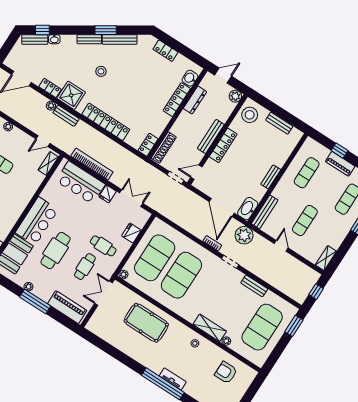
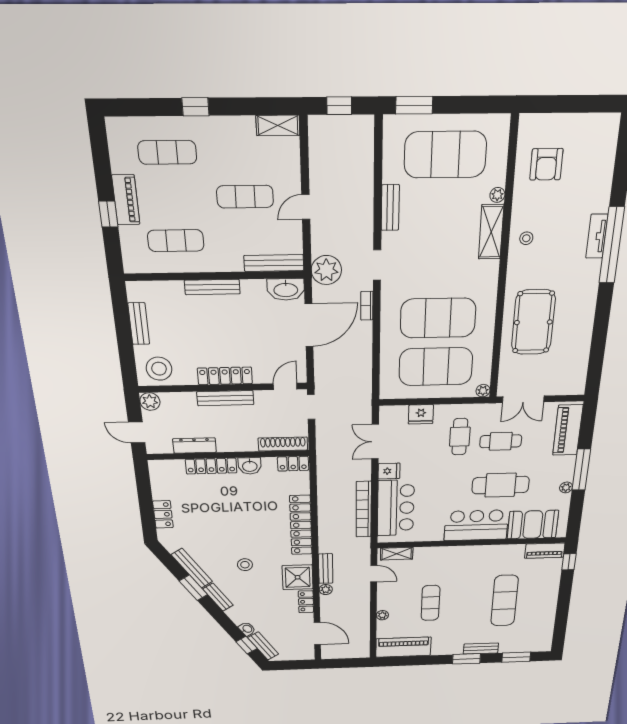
washbasin: (190, 78) -> (250, 466), moved
door: (196, 172) -> (285, 386), swing flipped
bench: (271, 177) -> (212, 287), width x1.36

